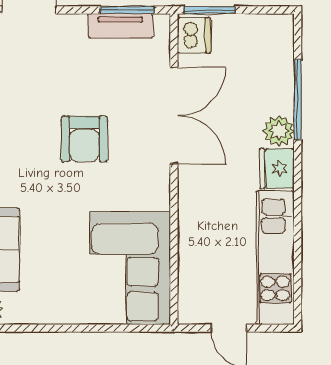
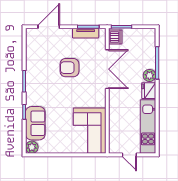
armchair: (84, 139) -> (69, 68), moved, turned 90

